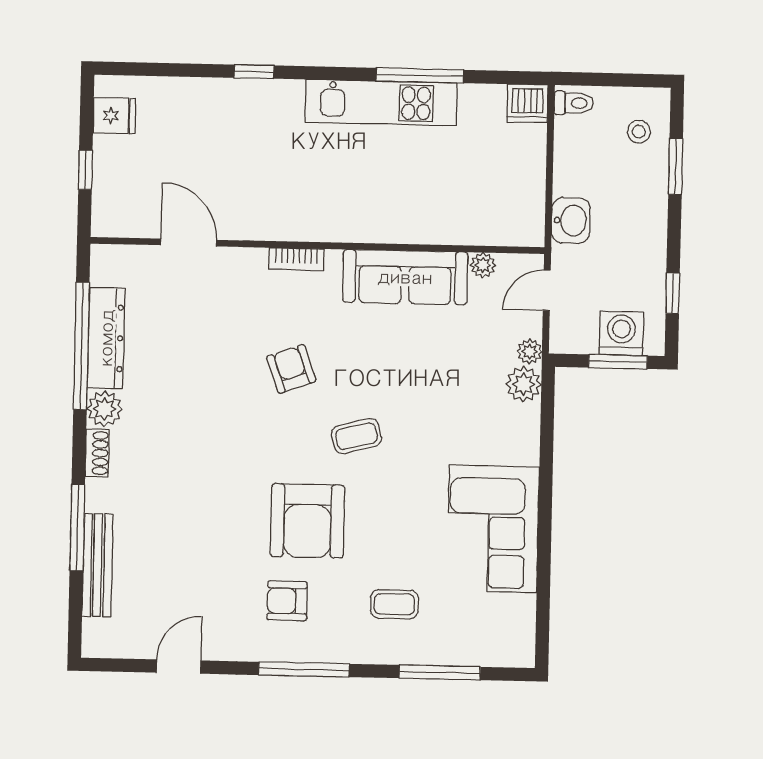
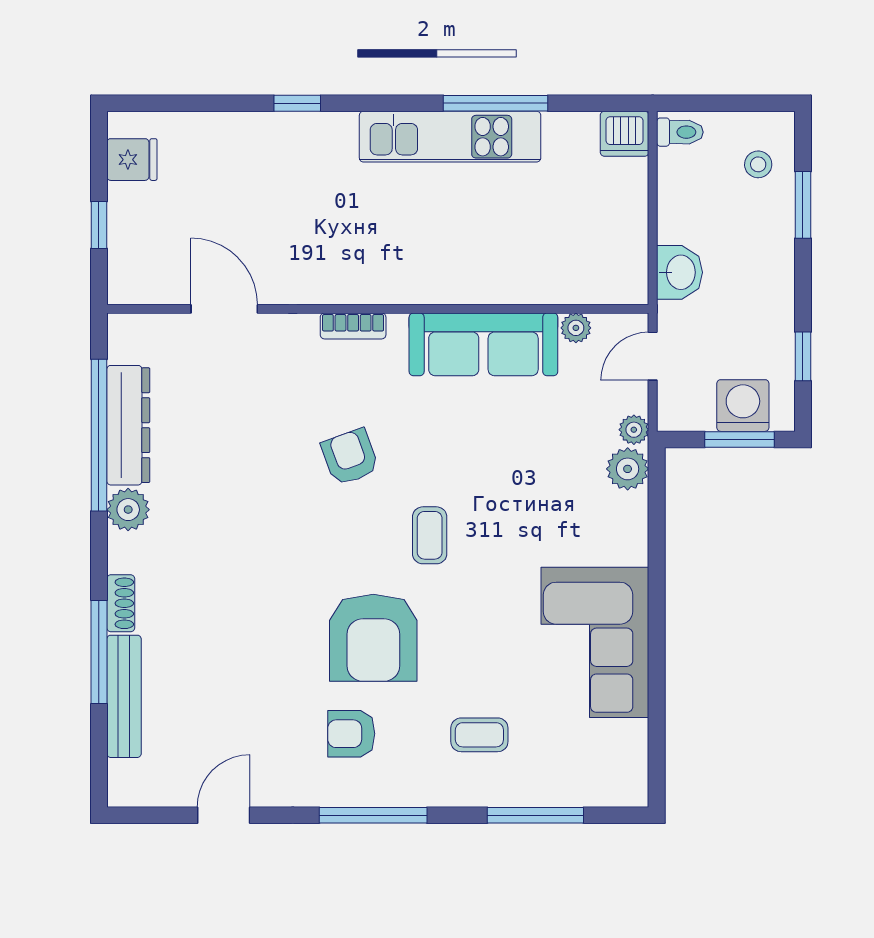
coffee table: (357, 436) -> (430, 535), turned -76
shoe rack: (97, 453) -> (121, 603), moved

